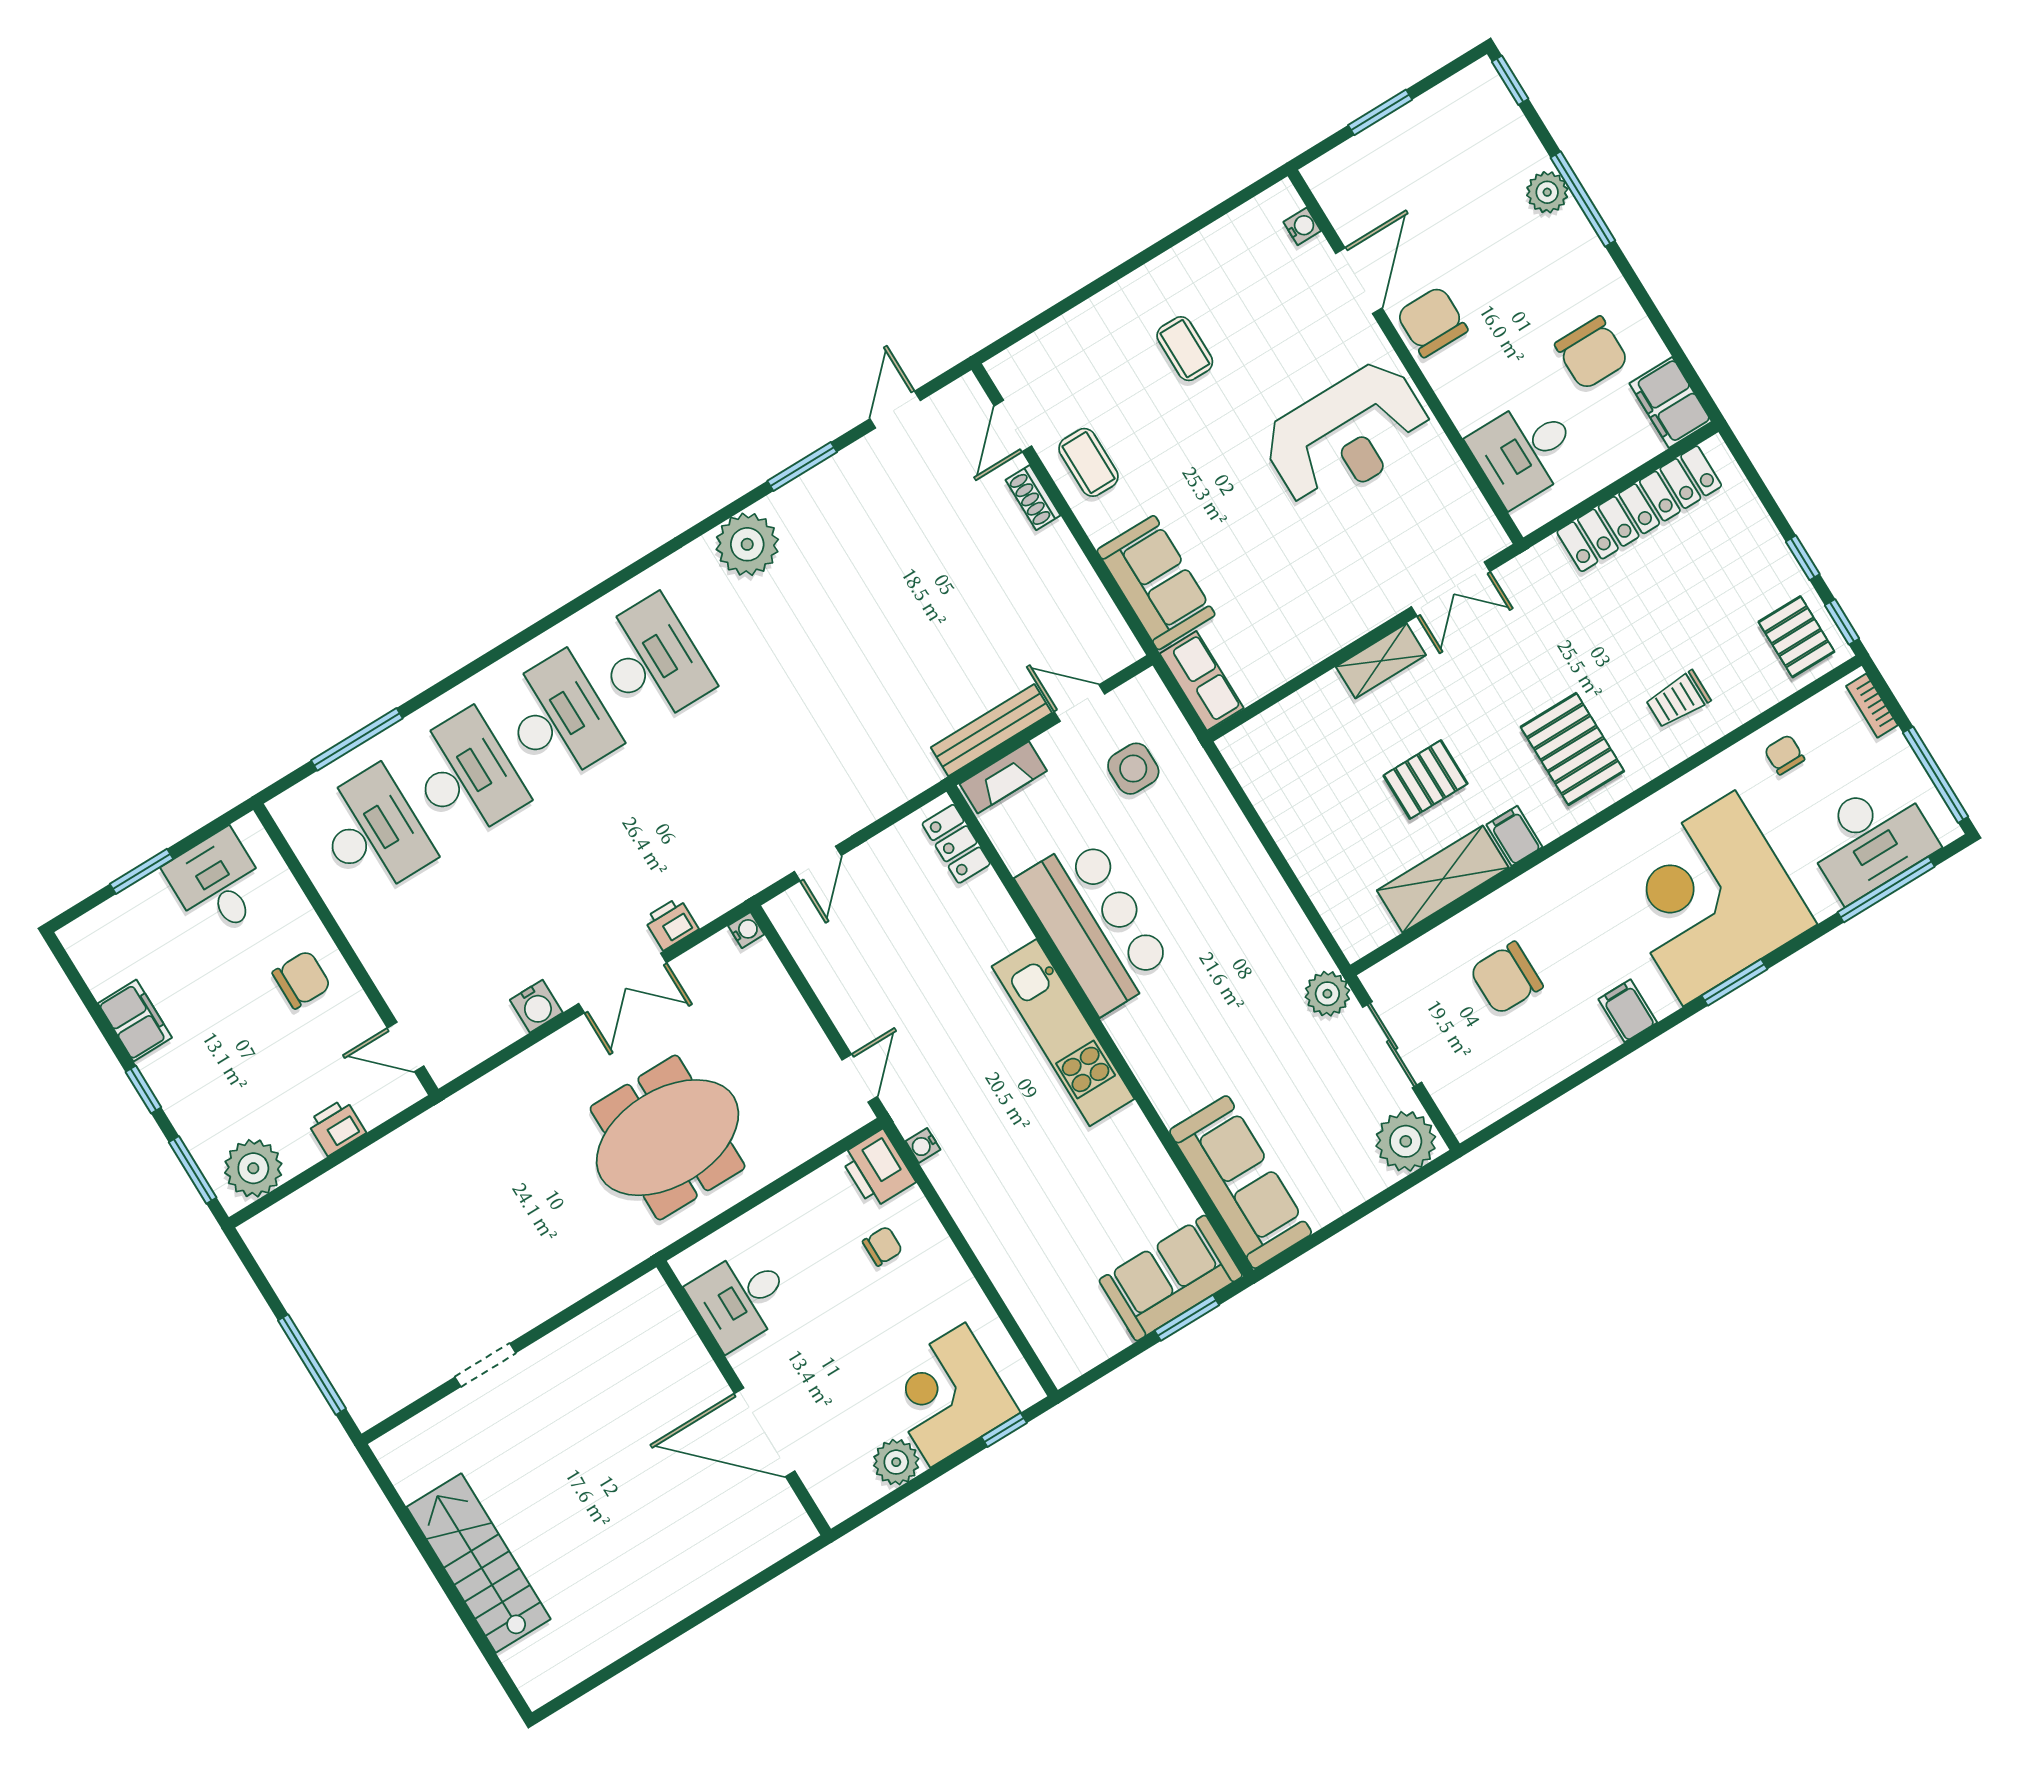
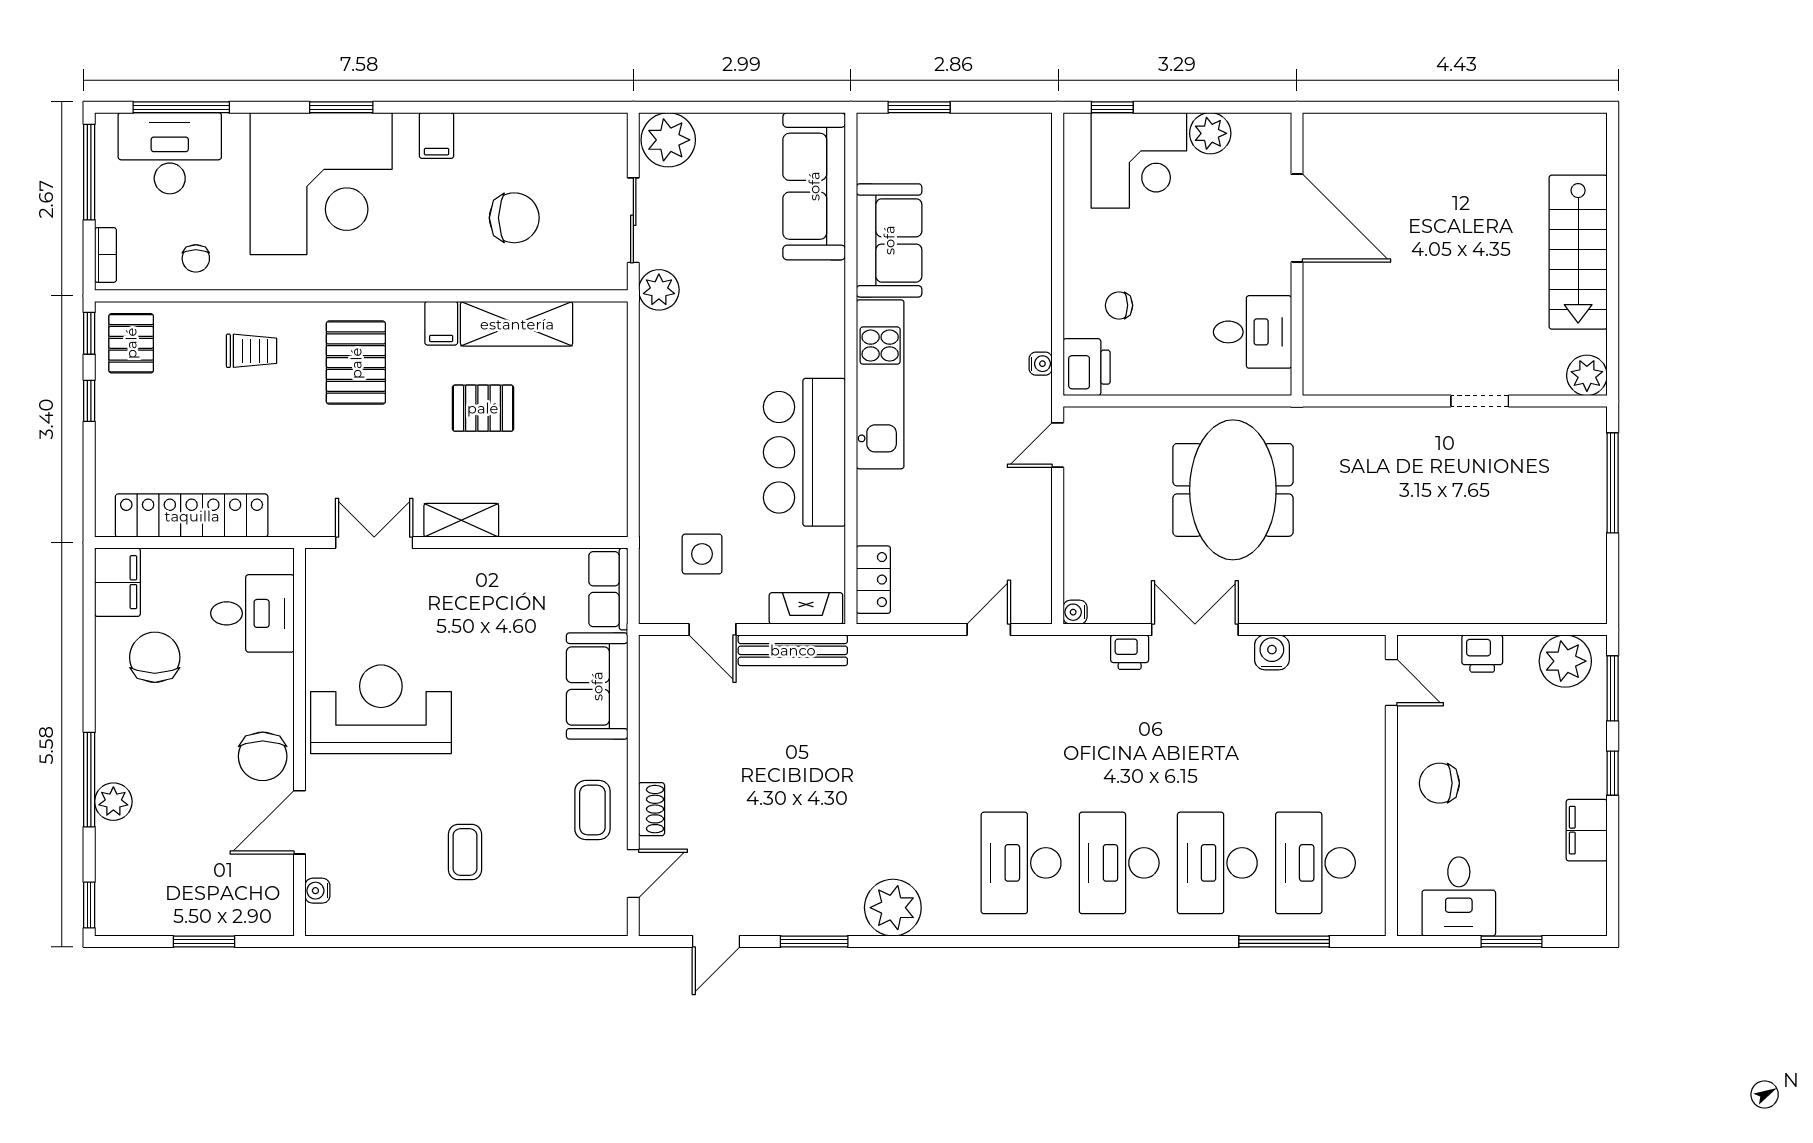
meeting table: (668, 1138) -> (1233, 490), turned 90
sofa: (1171, 1278) -> (889, 240), moved, turned -90
plant: (399, 1452) -> (1587, 375), added

